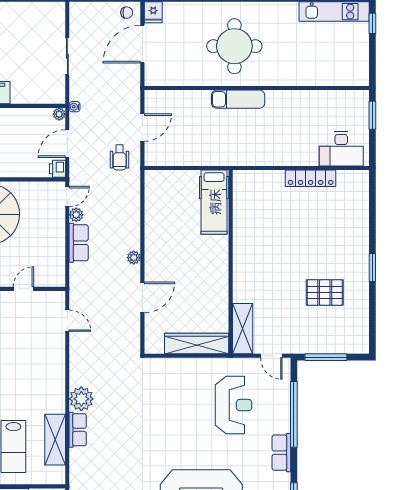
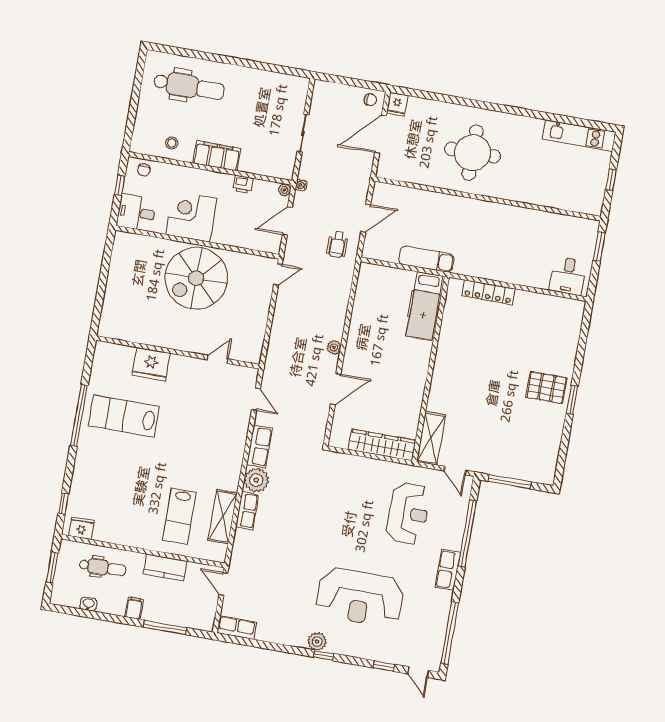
window: (372, 23) -> (611, 180), moved
exam couch: (238, 99) -> (426, 259), moved, turned 180
desk: (341, 149) -> (568, 276), width x0.73
printer: (57, 169) -> (243, 184), moved, turned -90
locker: (311, 178) -> (488, 292), moved
plant: (76, 215) -> (284, 294), removed
row of seats: (79, 243) -> (259, 446), moved
pallet: (325, 292) -> (547, 388), moved

